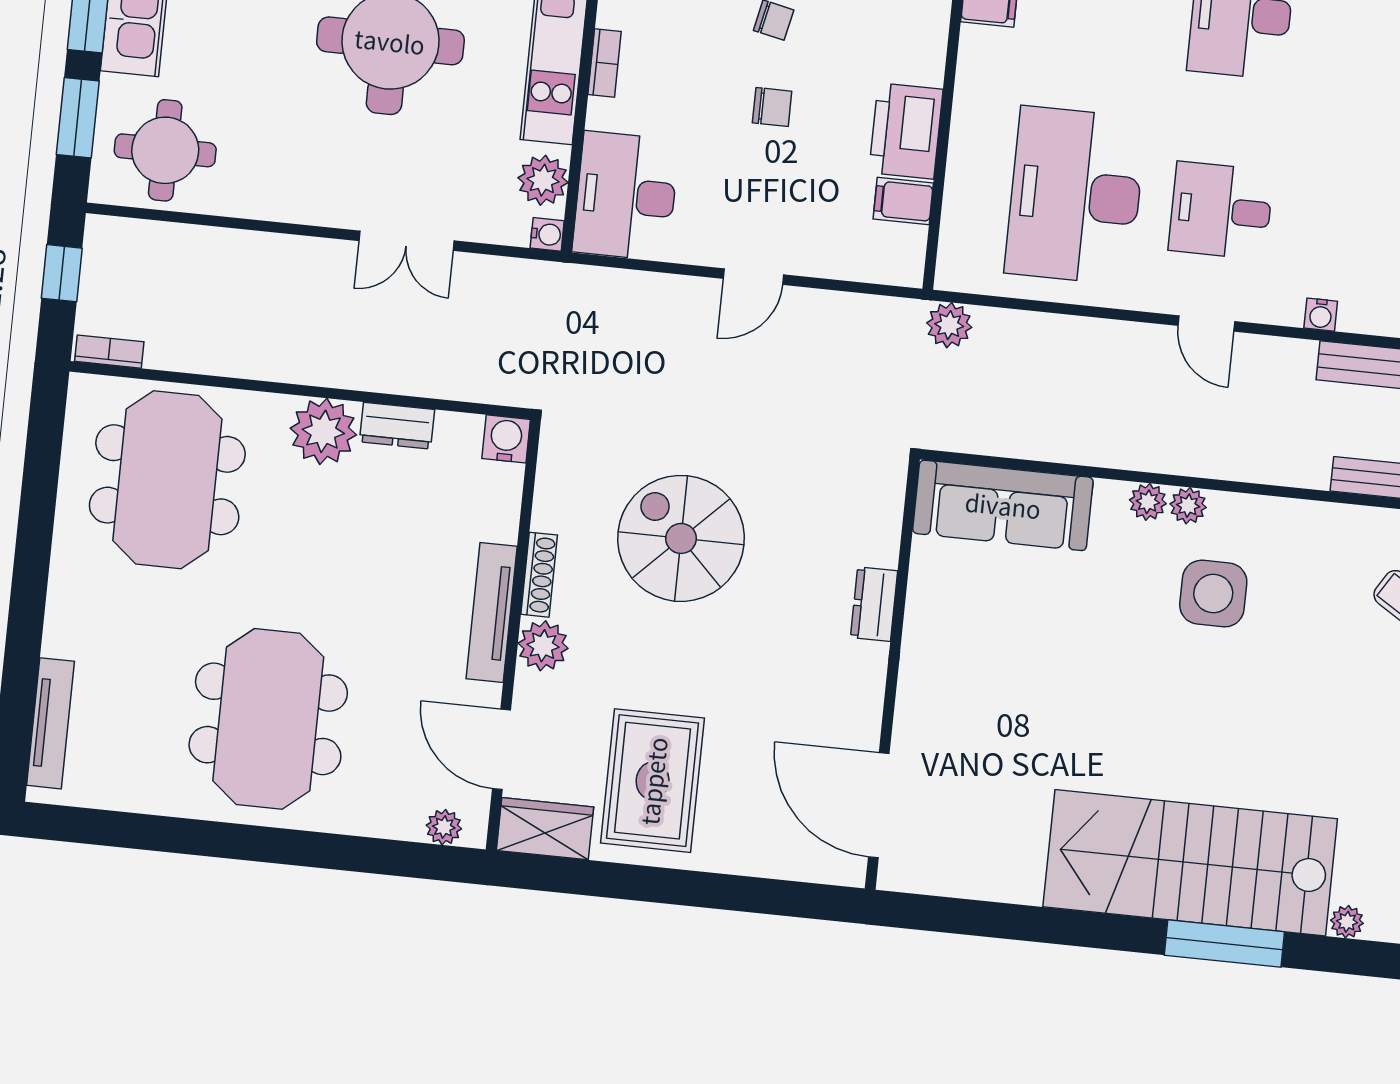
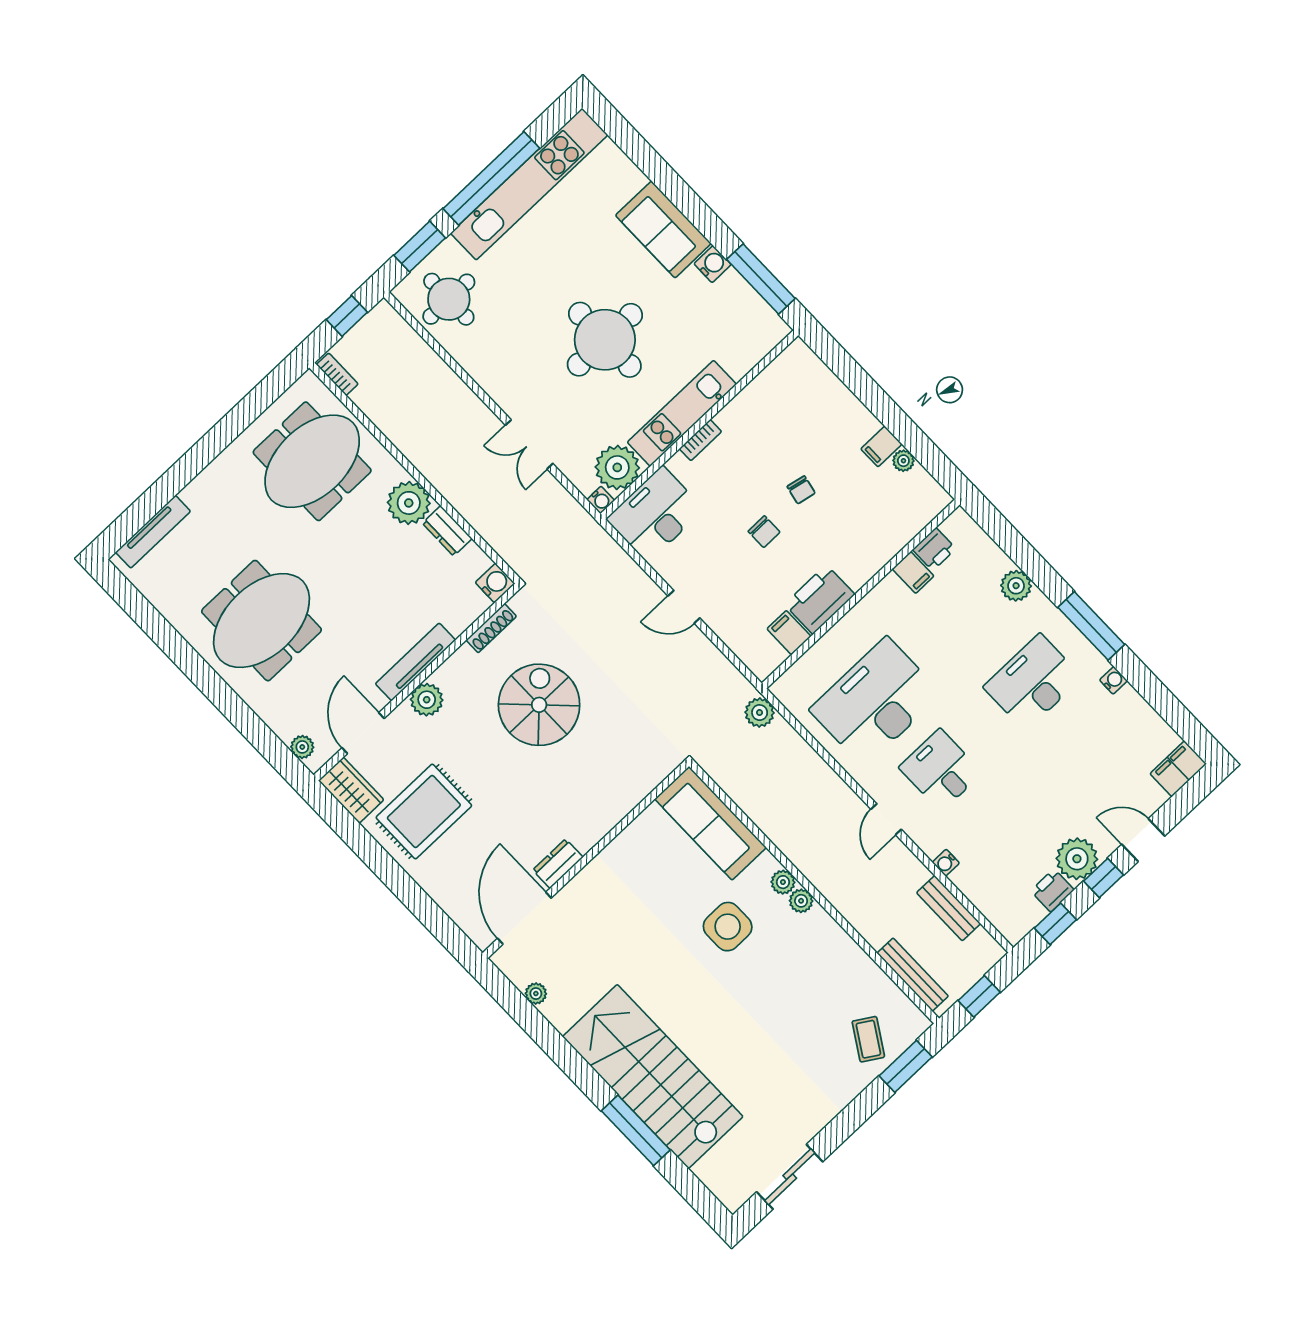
plant: (543, 180) -> (617, 467), width x1.36, depth x1.36
shoe rack: (539, 575) -> (491, 628), moved
side table: (1213, 594) -> (728, 927), moved
dresser: (874, 604) -> (558, 864), moved
plant: (1347, 922) -> (536, 994), moved

